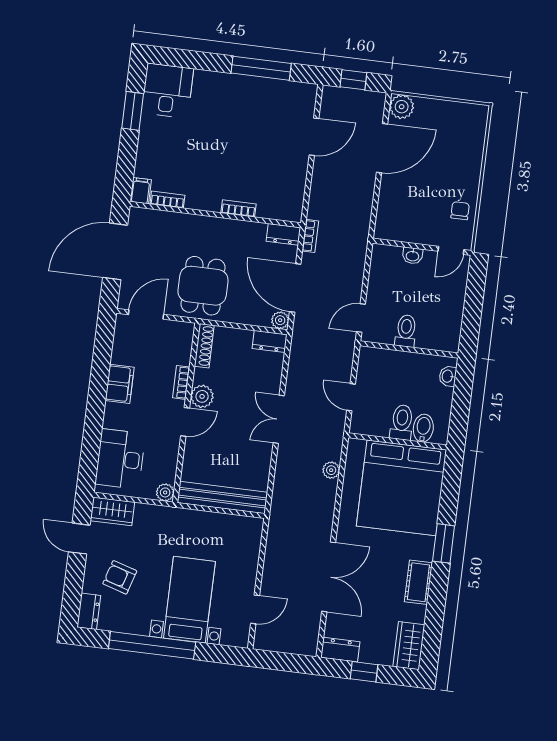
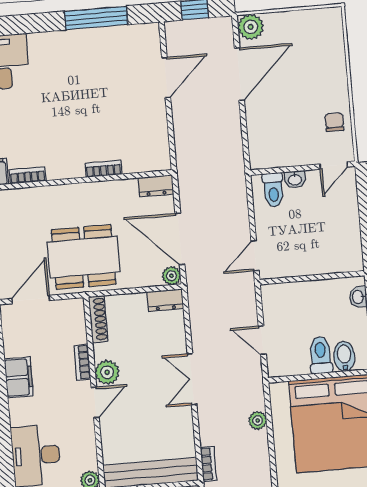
bookcase: (310, 236) -> (208, 464), moved
dining table: (203, 286) -> (84, 257), width x1.37
toilet: (406, 331) -> (273, 190), moved, turned 180

